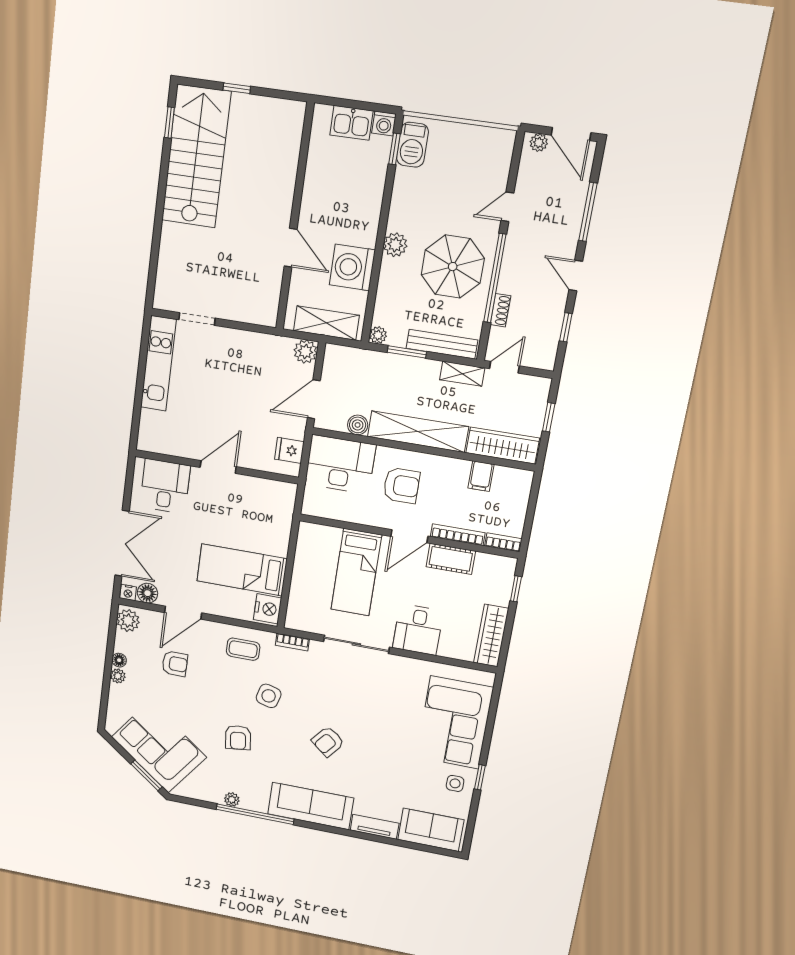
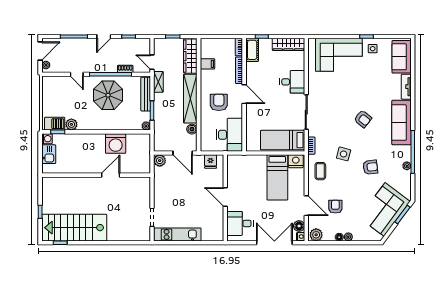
plant: (395, 245) -> (71, 124), moved
shelving: (326, 323) -> (144, 152), removed
desk: (340, 464) -> (229, 135), moved, turned 180
cot: (451, 559) -> (252, 50), moved
bed: (356, 572) -> (283, 140), moved, turned 180

